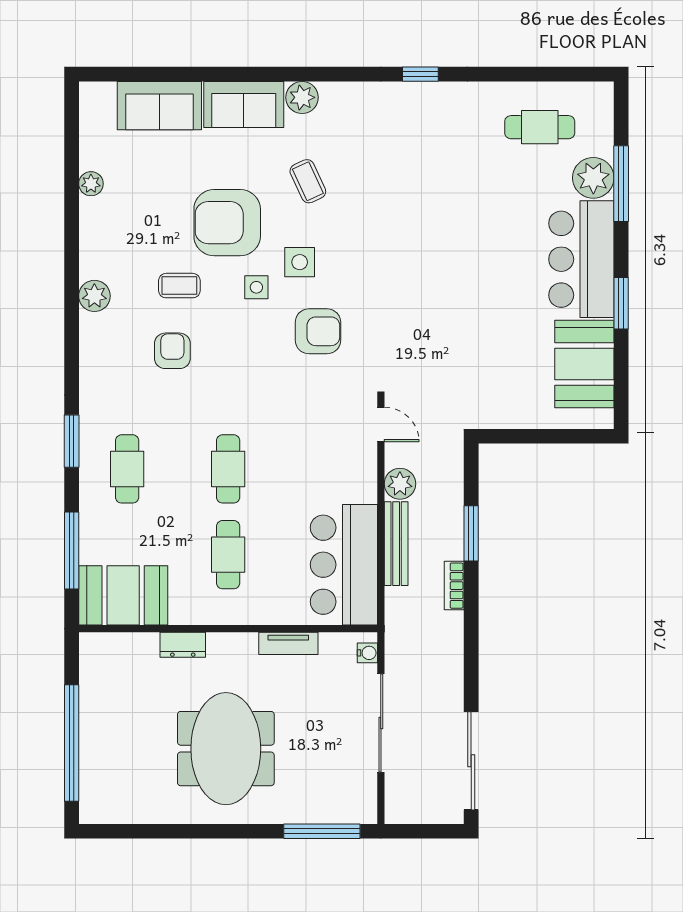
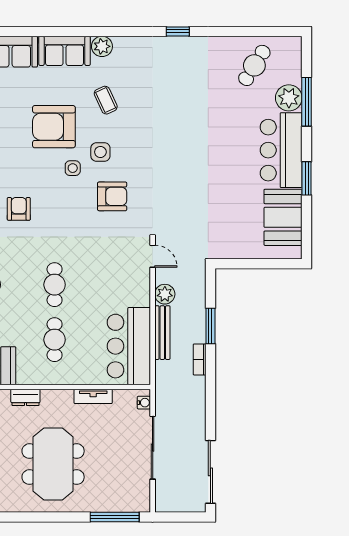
cafe table: (540, 127) -> (254, 65), turned -58
coffee table: (179, 286) -> (23, 167), removed

